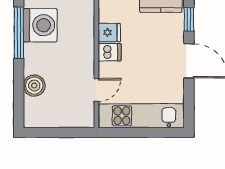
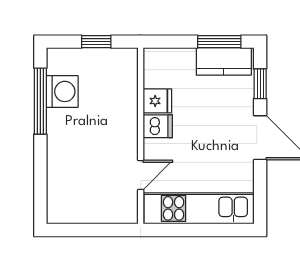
washing machine: (40, 25) -> (62, 91), width x0.73, depth x0.73
boiler: (34, 86) -> (60, 169), removed

